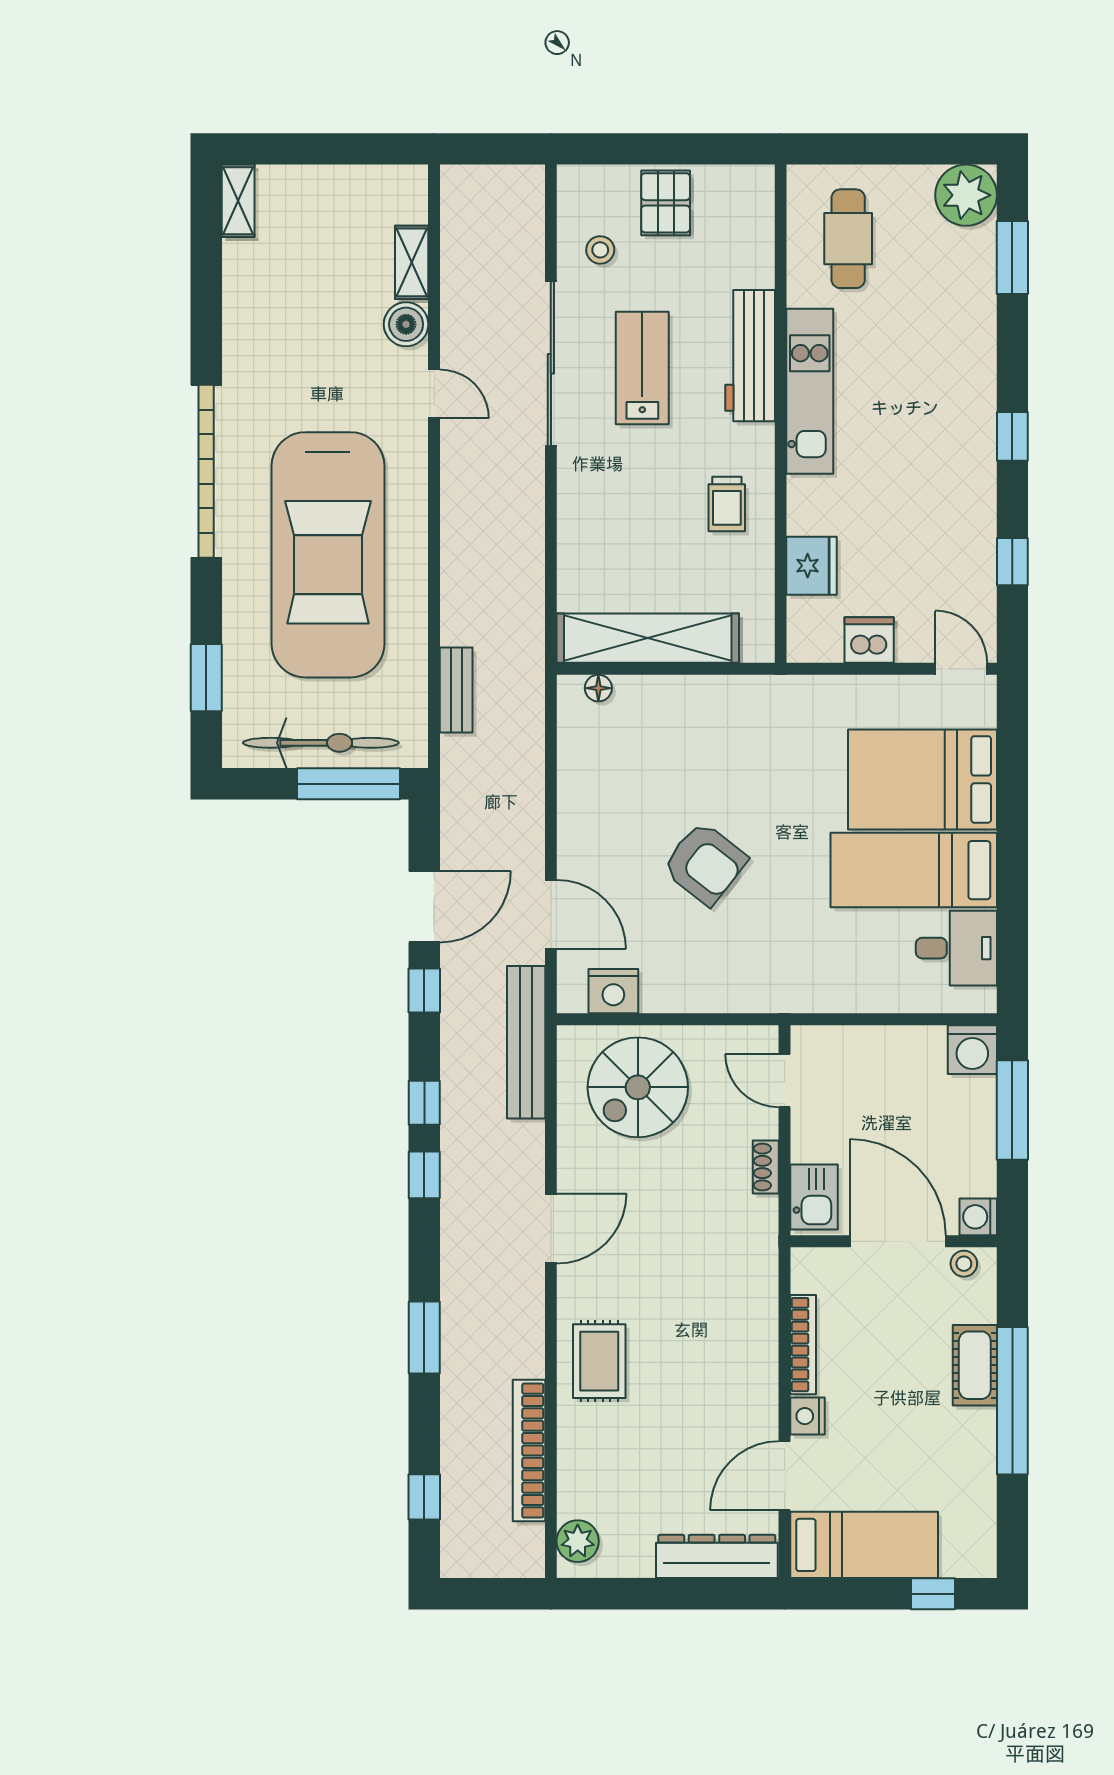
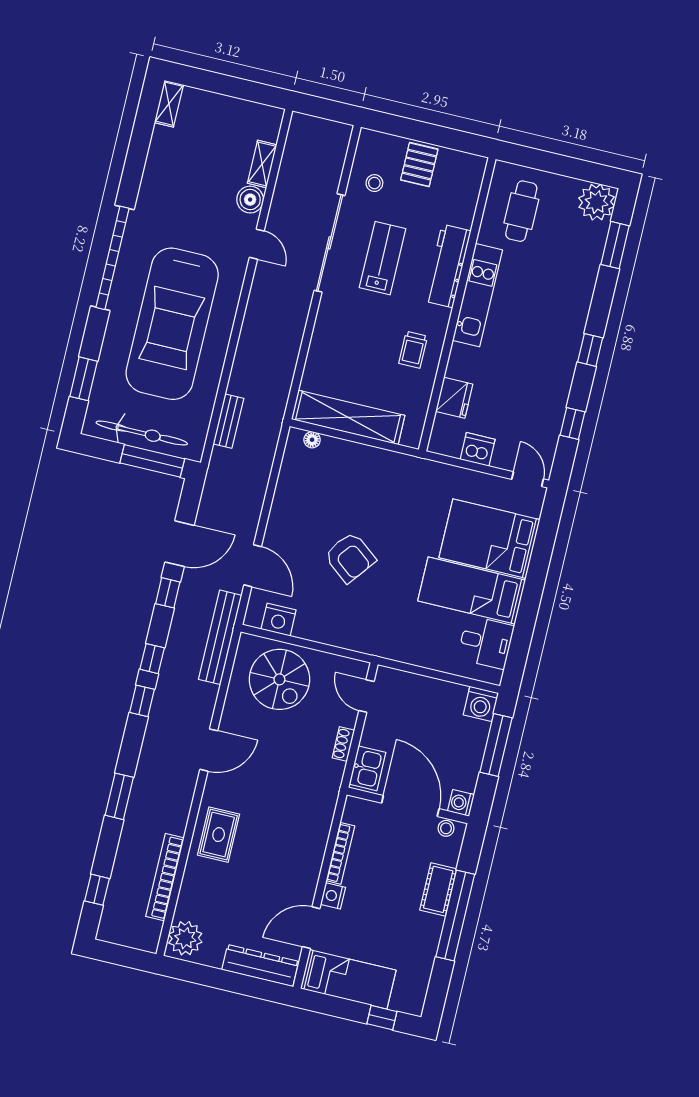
spiral stairs: (638, 1087) -> (279, 679), turned -90
plant: (578, 1541) -> (185, 938), width x1.36, depth x1.36

